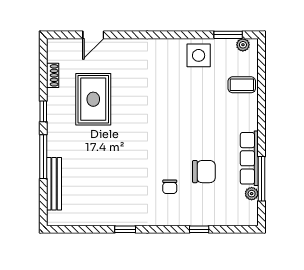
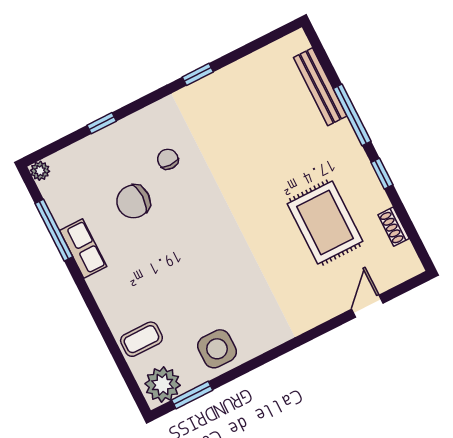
plant: (243, 45) -> (163, 384), width x1.88, depth x1.88
row of seats: (249, 158) -> (83, 249), width x0.68
plant: (252, 194) -> (40, 171), moved

